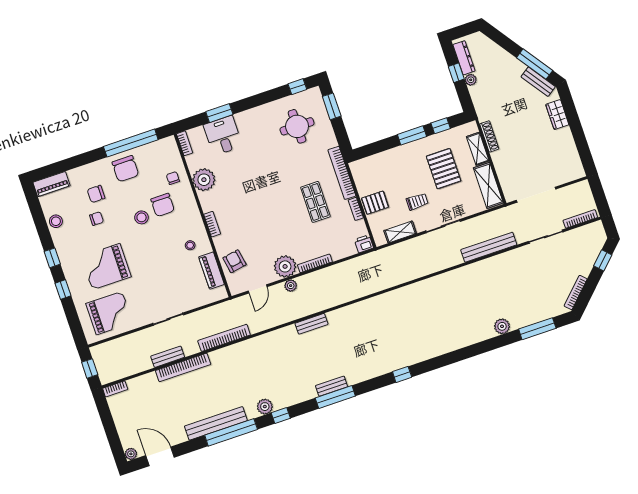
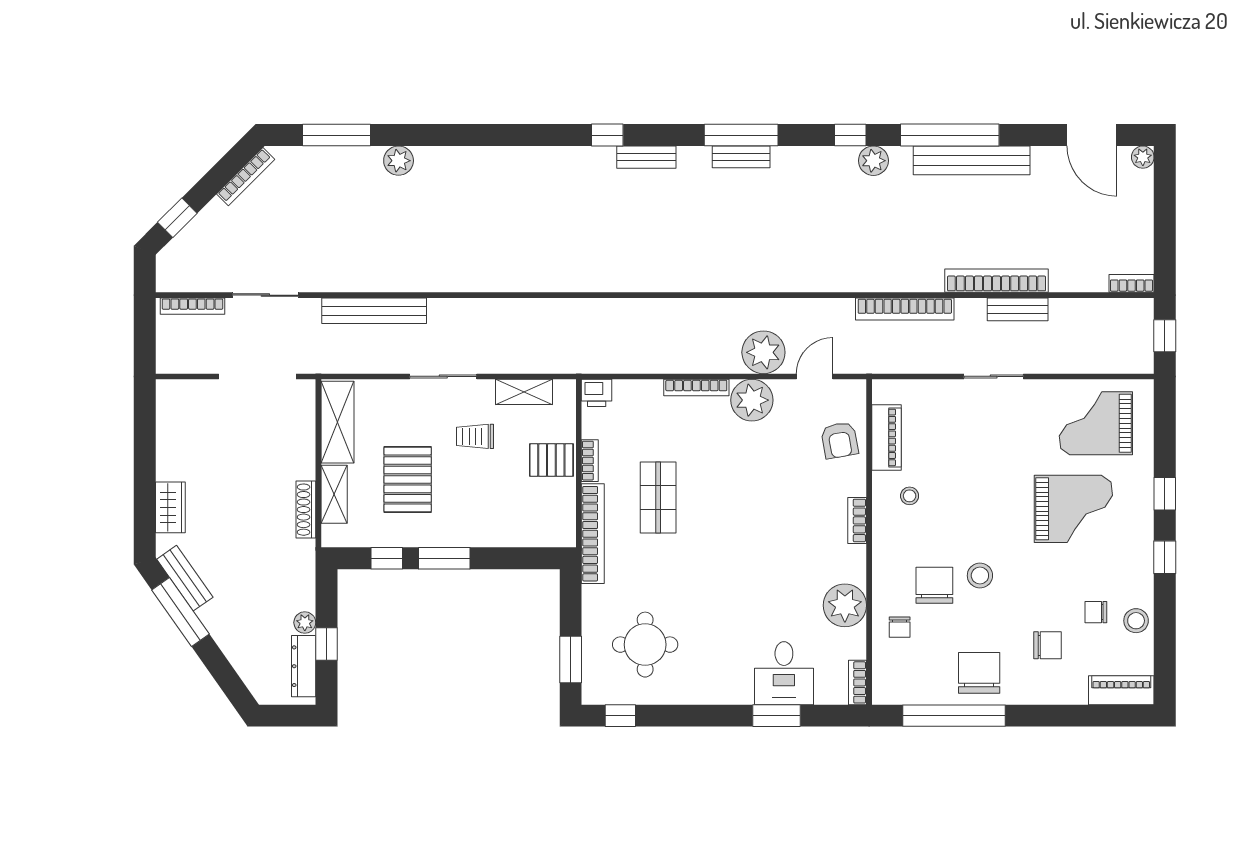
chair: (97, 219) -> (1096, 612), moved
plant: (291, 286) -> (763, 352), width x1.87, depth x1.87
bench: (311, 324) -> (646, 157), moved

